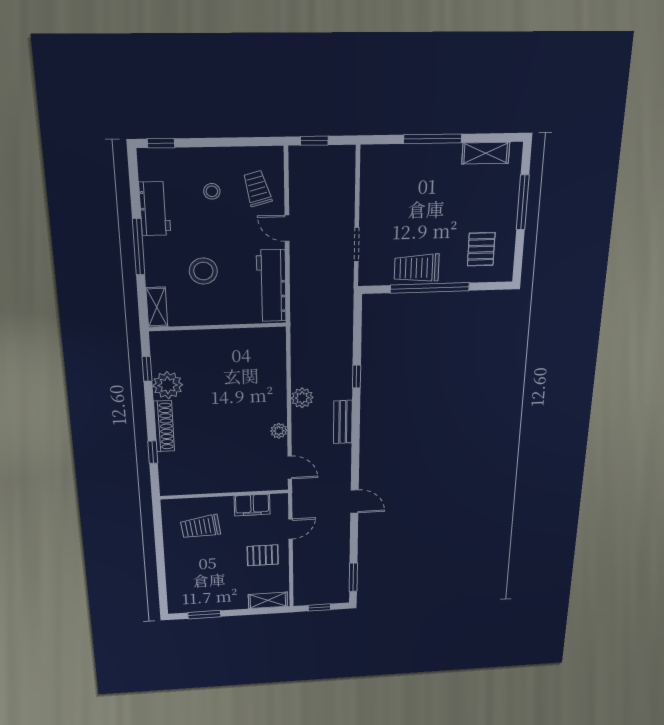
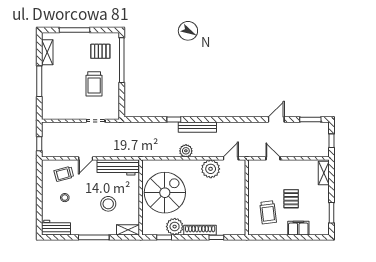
window: (161, 143) -> (39, 222), removed
workbench: (155, 209) -> (56, 228), moved
trolley: (417, 268) -> (94, 84), moved
window: (430, 288) -> (122, 60), moved
spiral stairs: (228, 367) -> (165, 193), added
bench: (343, 422) -> (197, 127), width x1.36
plant: (279, 431) -> (211, 169), width x1.88, depth x1.88
door: (355, 501) -> (276, 120), moved
filing cabinet: (252, 505) -> (298, 228), moved, turned -90
pallet: (263, 555) -> (291, 199), moved

